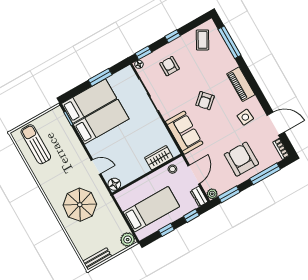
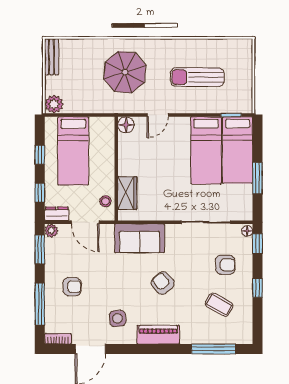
coffee table: (203, 40) -> (219, 305), moved
sun lounger: (36, 144) -> (197, 77), moved, turned 180
armchair: (241, 159) -> (72, 287), width x0.53, depth x0.53

